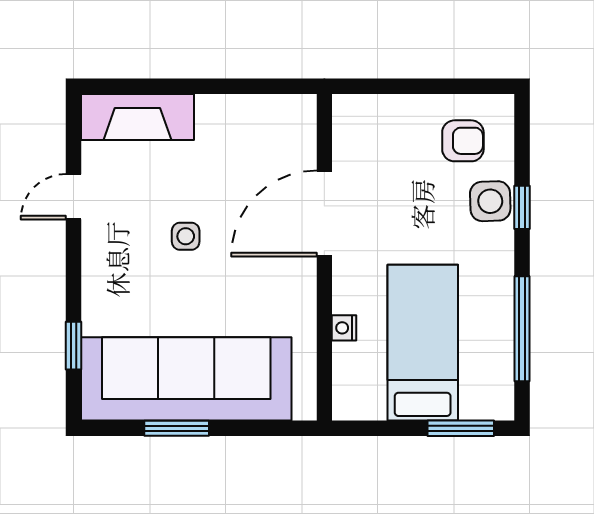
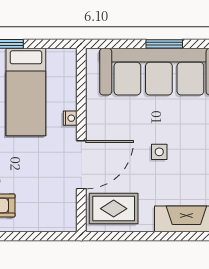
rug: (267, 135) -> (114, 209), added
nightstand: (344, 328) -> (70, 118), moved

